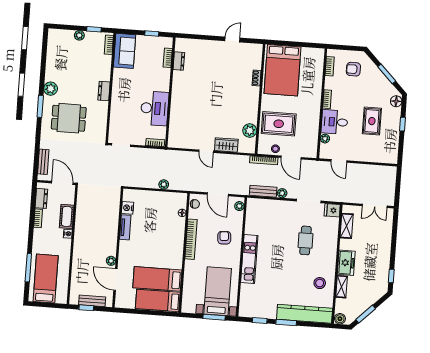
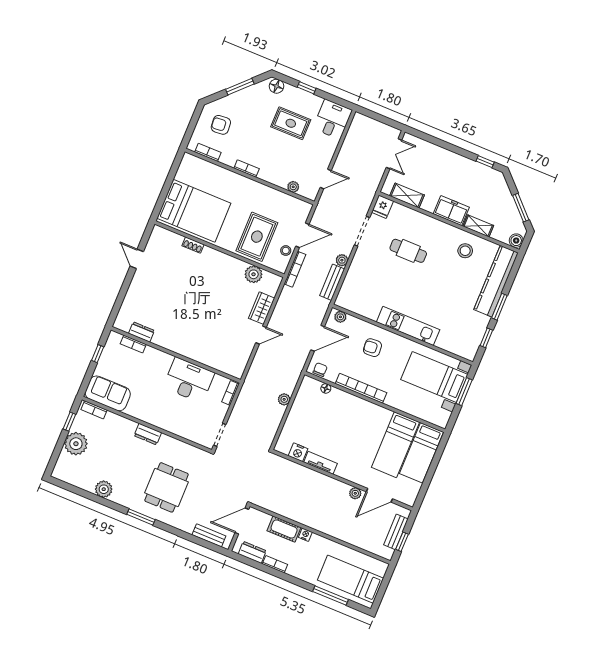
plant: (79, 35) -> (76, 444), width x1.87, depth x1.87
armchair: (353, 69) -> (221, 125), turned 85
plant: (51, 89) -> (104, 489), moved
desk: (335, 122) -> (333, 119), moved, turned 180

